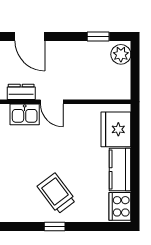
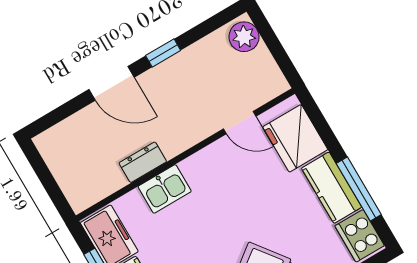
window: (98, 36) -> (163, 53), moved
door: (52, 102) -> (240, 123), moved
window: (135, 179) -> (359, 189), added

